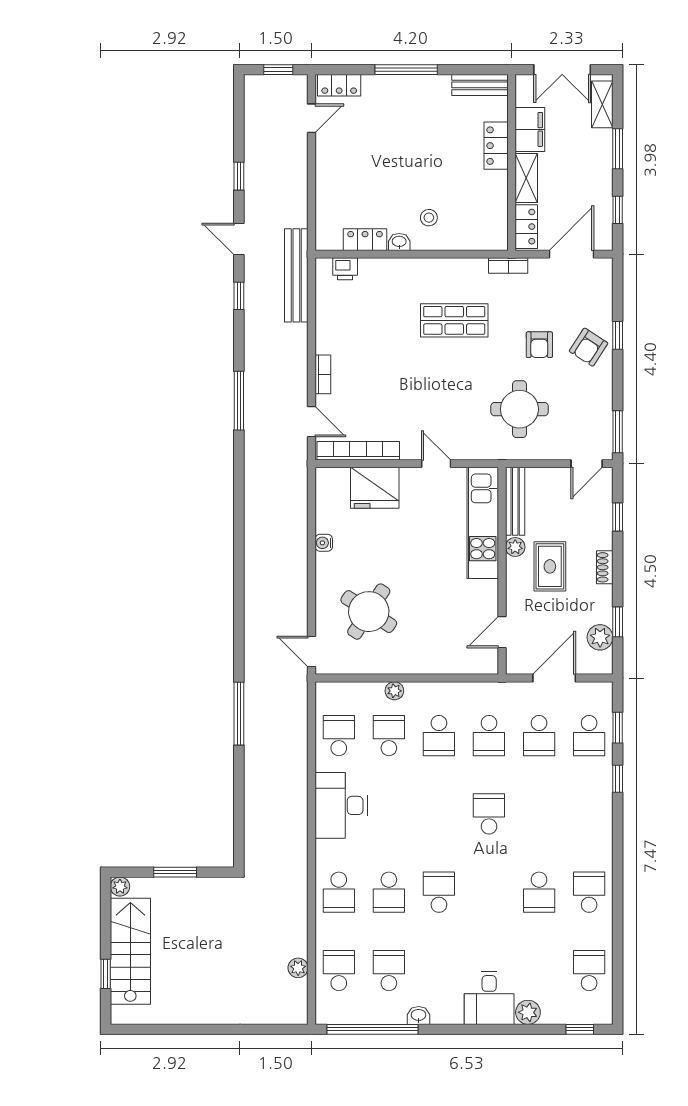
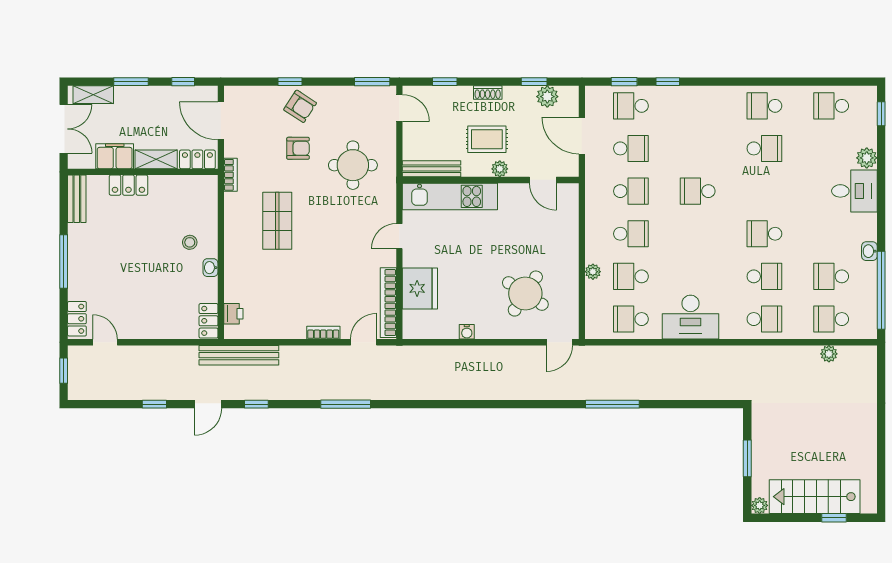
locker: (365, 240) -> (208, 321), moved
plant: (515, 547) -> (500, 169), moved
school desk: (589, 736) -> (631, 106), turned 180

